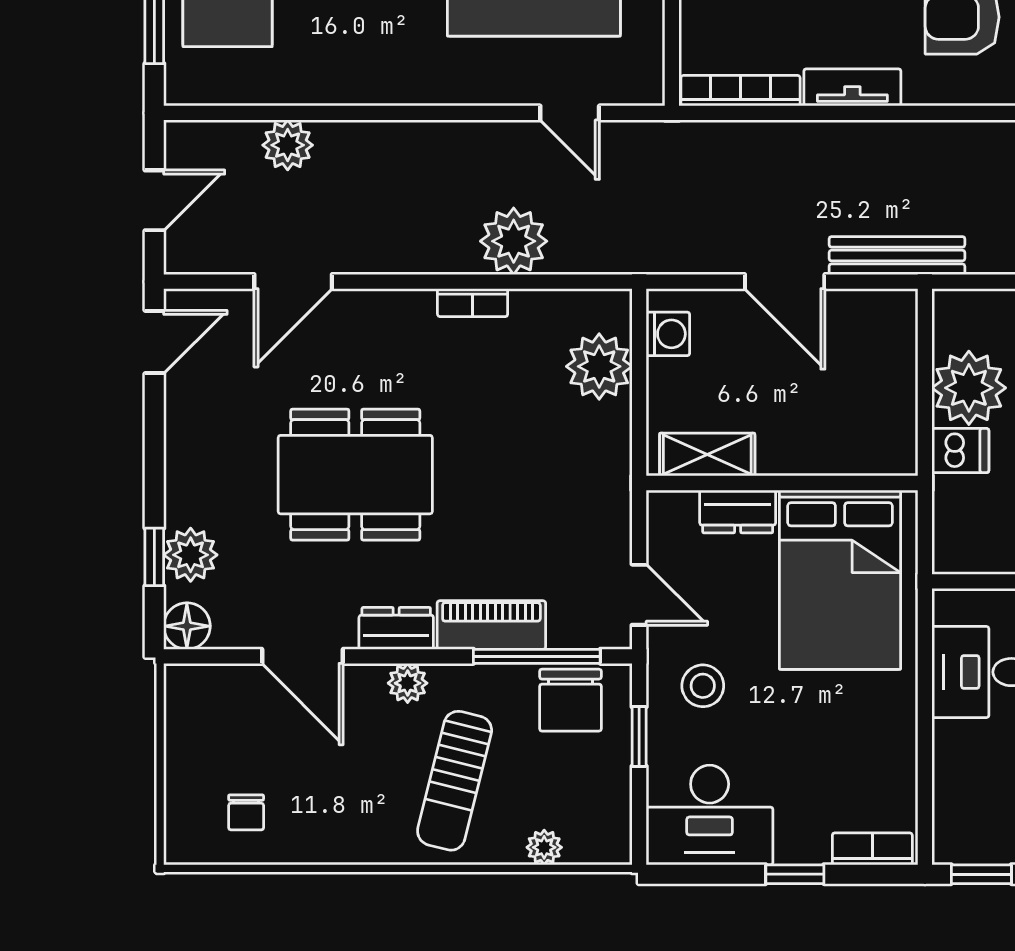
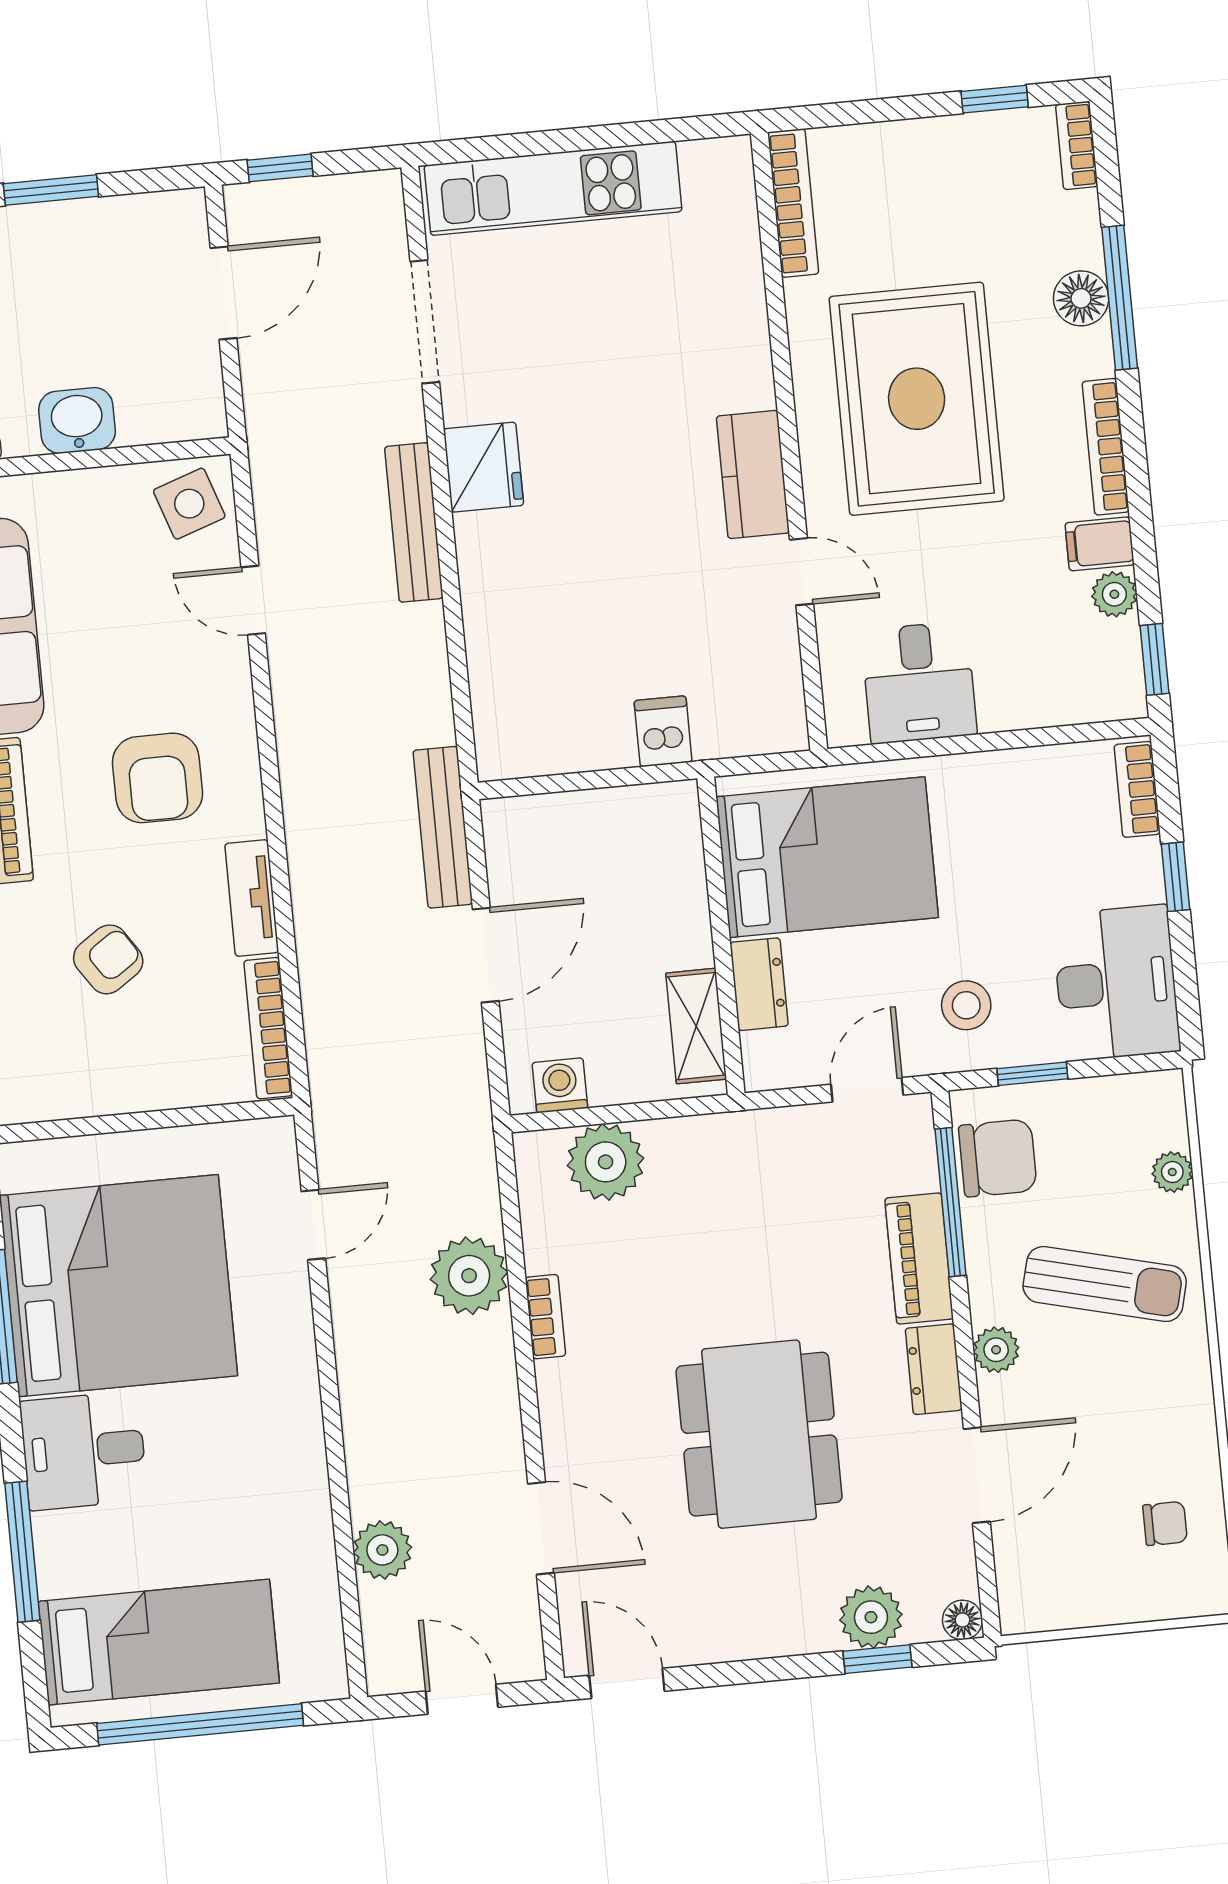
plant: (969, 388) -> (589, 729), removed
floor lamp: (187, 626) -> (962, 1620), width x0.73, depth x0.73

